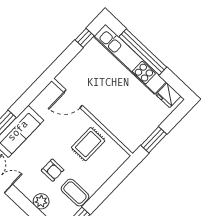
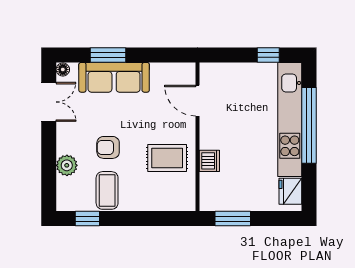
dishwasher: (111, 123) -> (209, 161), added
armchair: (53, 170) -> (108, 147), turned 90

